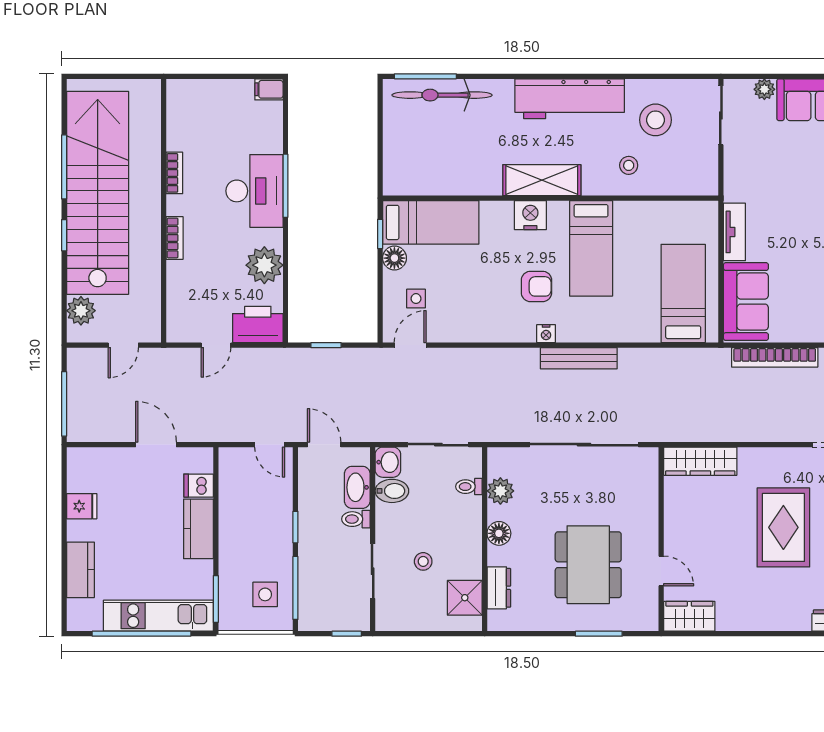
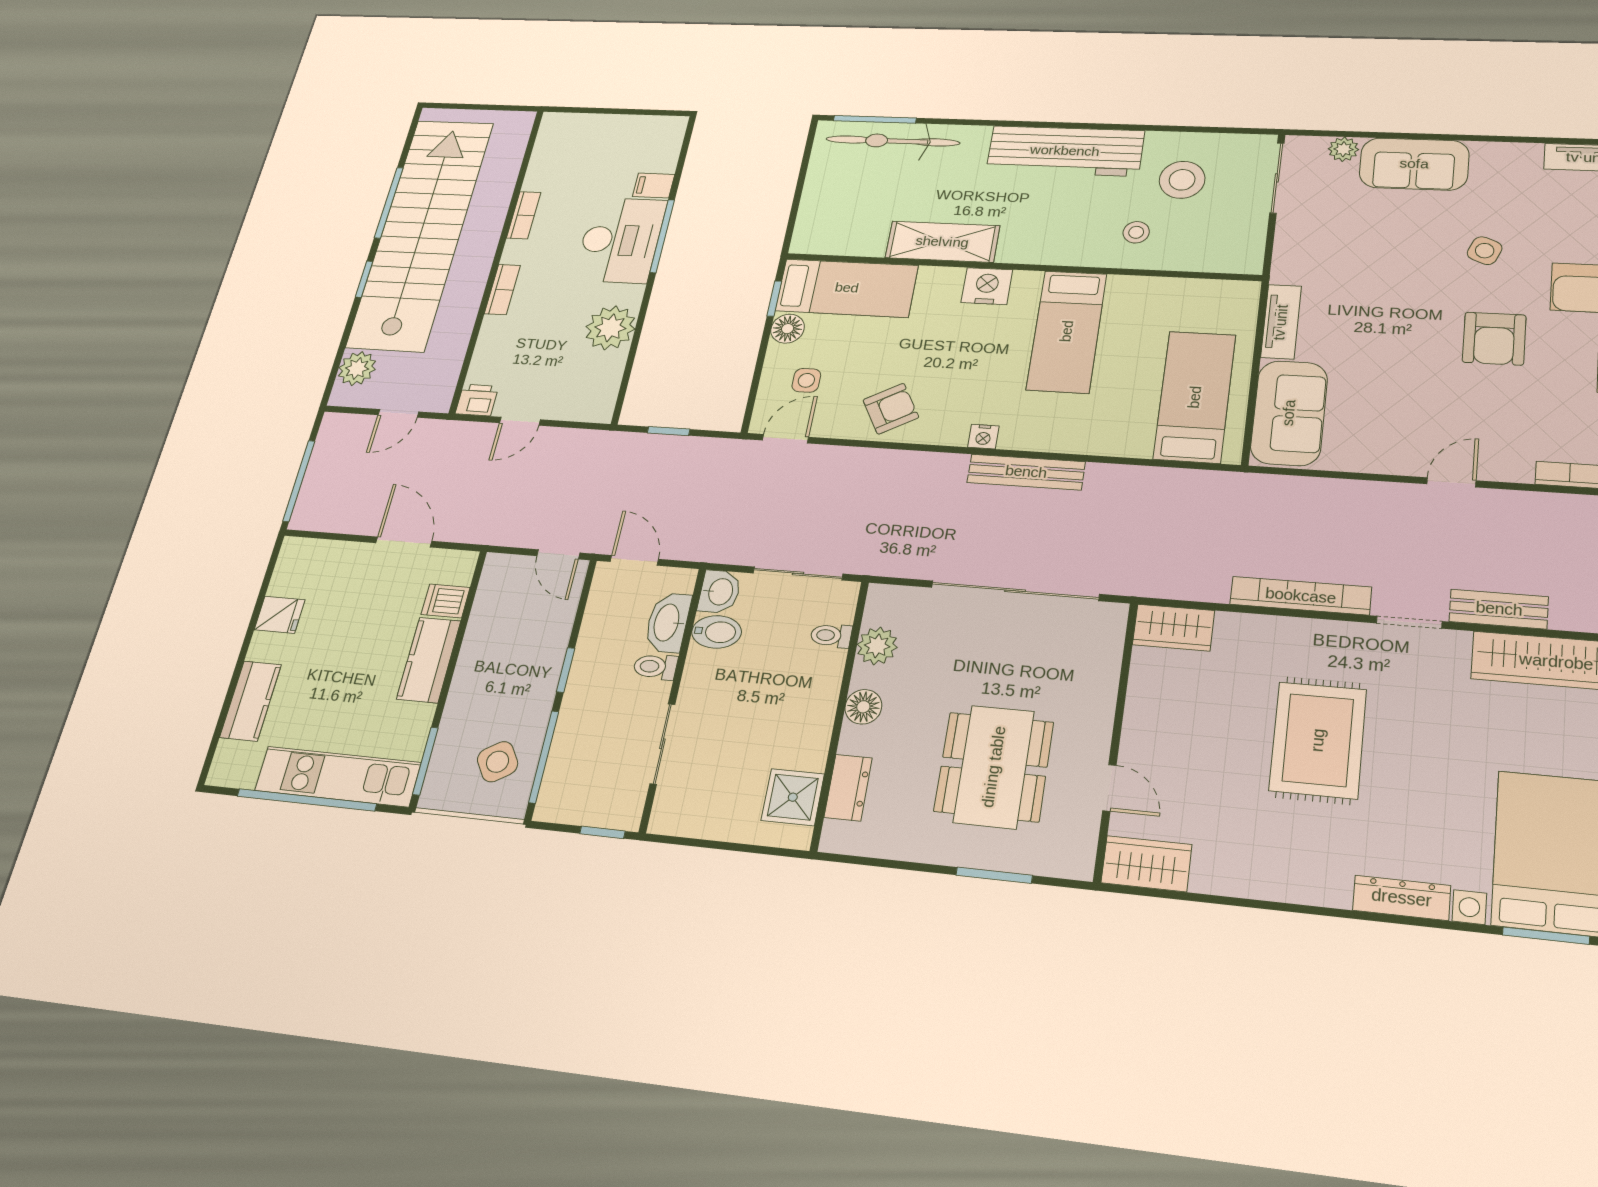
filing cabinet: (269, 89) -> (654, 185), moved
shelving: (542, 180) -> (942, 242), moved
armchair: (536, 286) -> (891, 409), moved, turned -30
printer: (258, 324) -> (477, 400), moved, width x0.53, depth x0.68
bookcase: (775, 357) -> (1301, 596), moved, turned 180
wardrobe: (700, 461) -> (1174, 628), width x0.67
stool: (423, 561) -> (741, 737), removed
side table: (265, 594) -> (498, 762), turned -32

